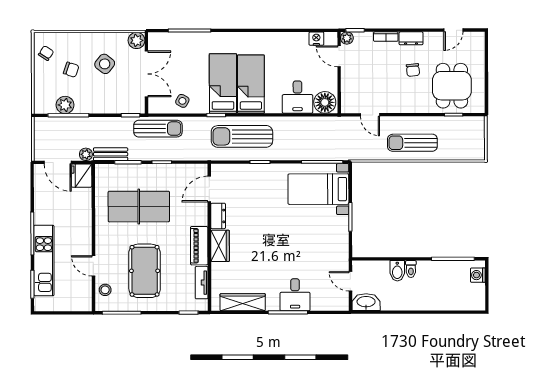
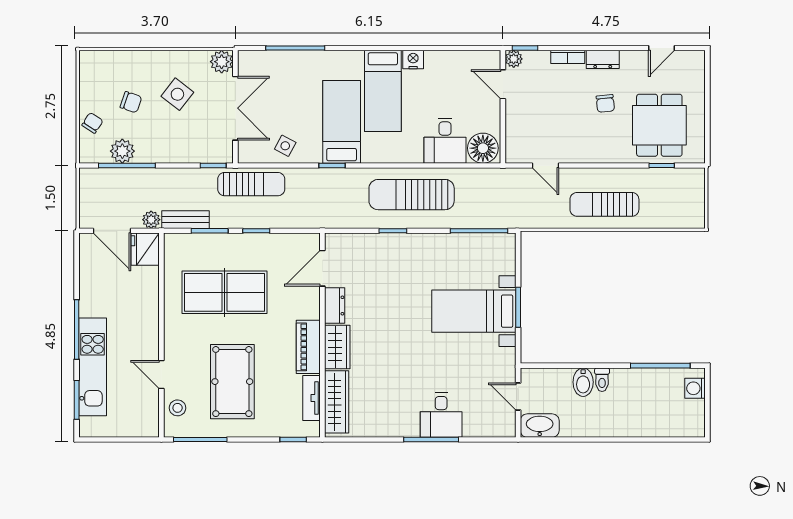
nightstand: (316, 39) -> (413, 60), moved
chair: (46, 53) -> (92, 123), moved
bed: (251, 84) -> (383, 91), moved, turned 180
sun lounger: (242, 136) -> (412, 195), moved
bed with nightstands: (318, 189) -> (474, 311), moved
wardrobe: (243, 302) -> (337, 402), moved, turned 90

